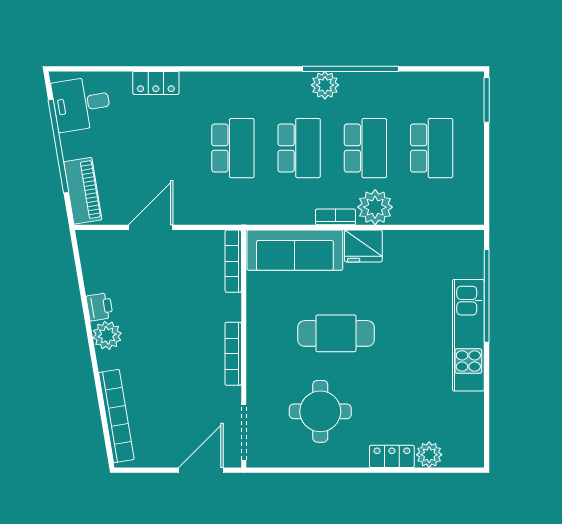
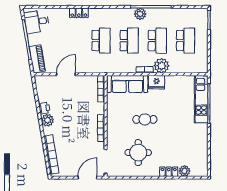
locker: (156, 83) -> (79, 13), moved
cafe table: (336, 333) -> (145, 119), width x0.73, depth x0.74
kitchen unit: (468, 335) -> (201, 99), moved

